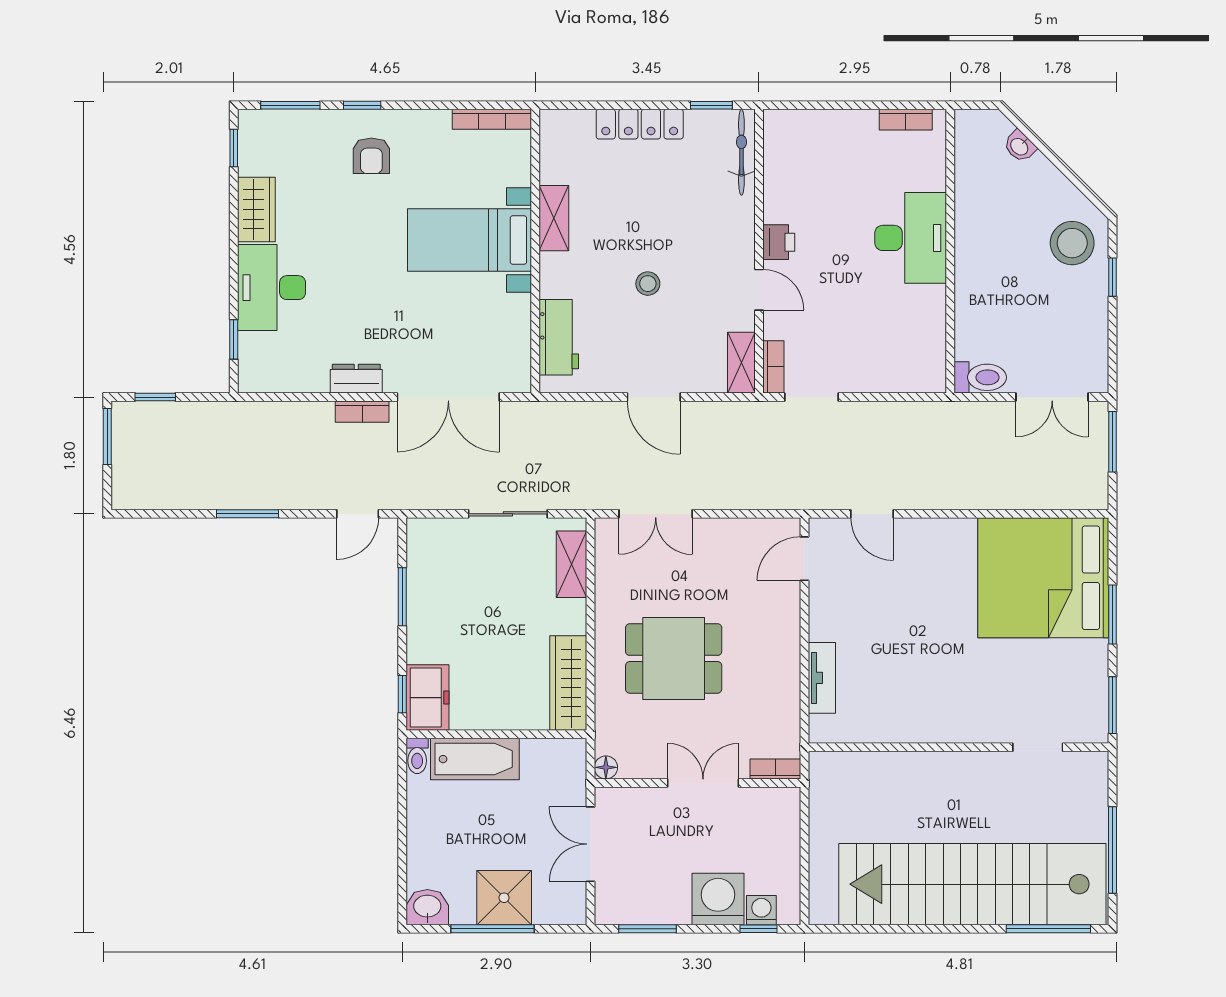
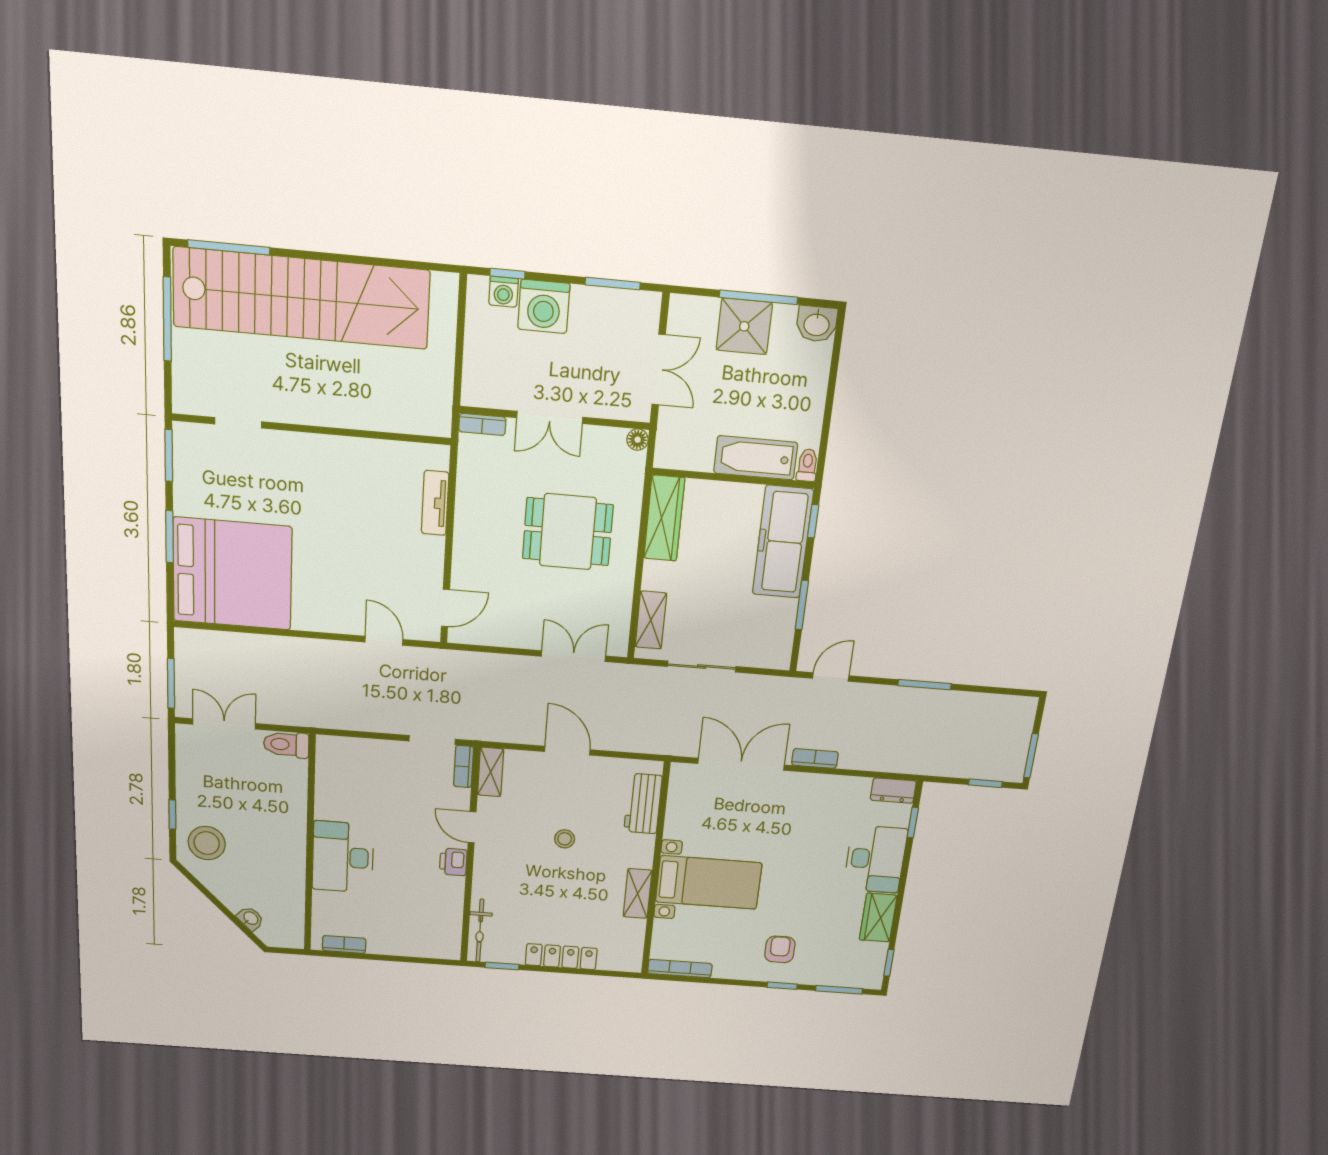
dresser: (356, 379) -> (893, 791), moved
freezer: (428, 698) -> (783, 542), width x1.91, depth x1.26

